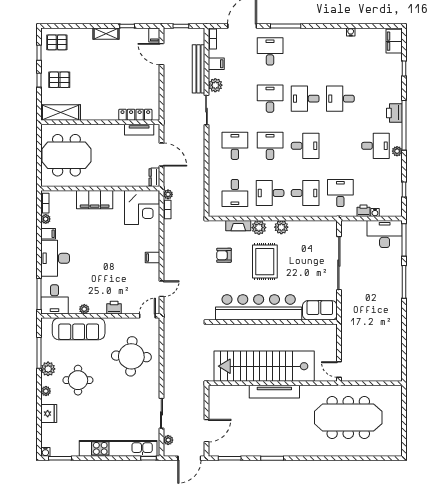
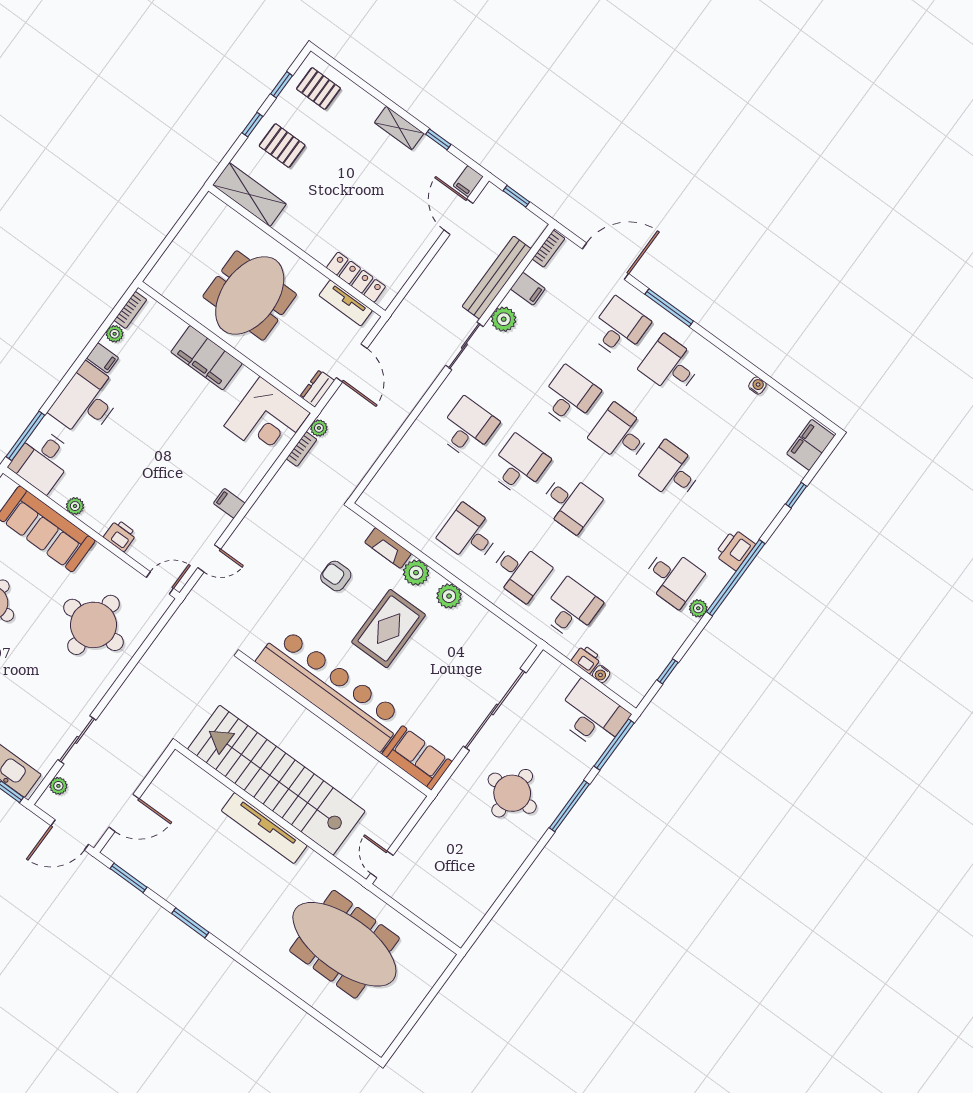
meeting table: (66, 155) -> (250, 295), moved, turned 90
desk: (235, 193) -> (670, 365), moved, turned 90
round table: (374, 295) -> (512, 793), added

